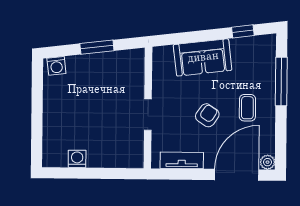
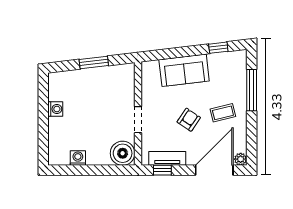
washing machine: (56, 66) -> (55, 109), moved, turned -83
coffee table: (247, 108) -> (223, 113), turned 76
boiler: (129, 154) -> (123, 153), added
window: (176, 174) -> (162, 170), added

